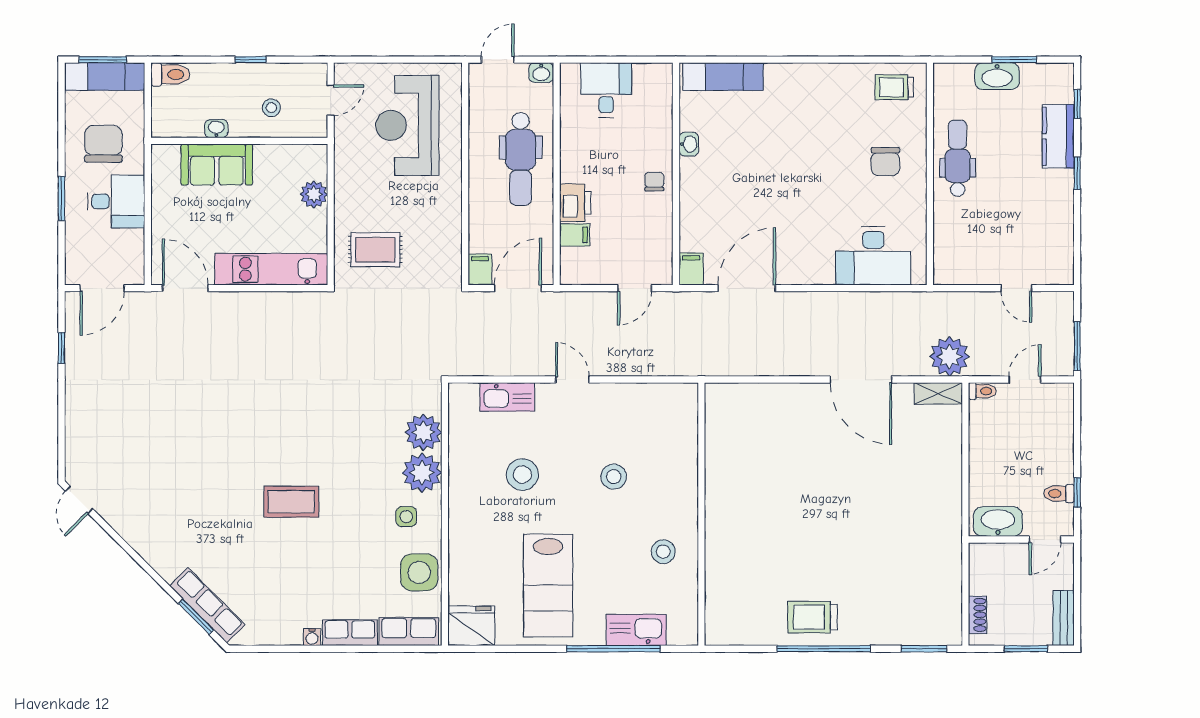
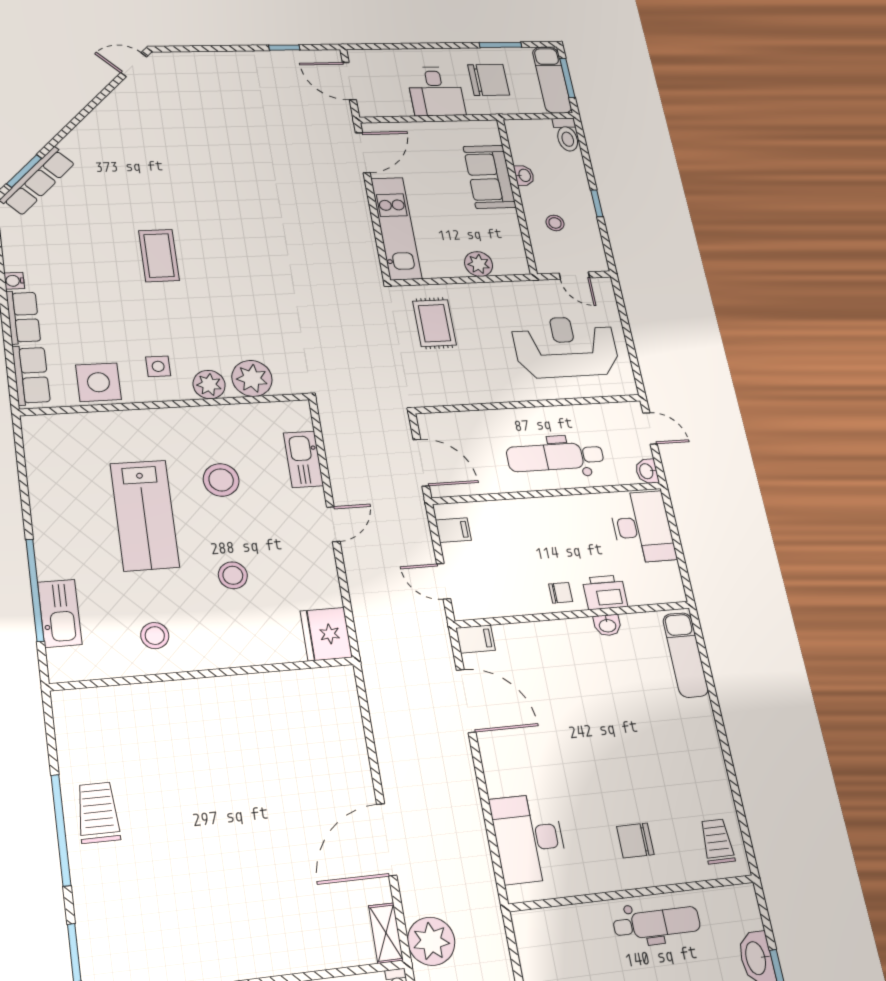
desk: (606, 90) -> (642, 527), width x1.37
window: (61, 198) -> (500, 45), moved
printer: (575, 203) -> (605, 592), moved, turned 180
filing cabinet: (575, 235) -> (453, 530), moved, turned -90
filing cabinet: (480, 269) -> (434, 424), removed
plant: (422, 473) -> (209, 385), width x0.73, depth x0.73
lab bench: (548, 586) -> (145, 515), moved, turned -90
fridge: (471, 626) -> (326, 634), moved, turned 180

